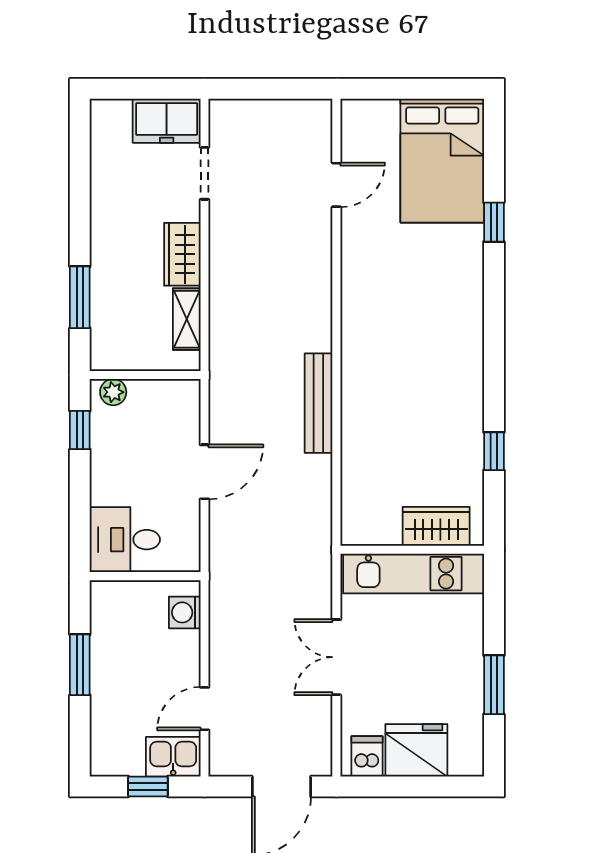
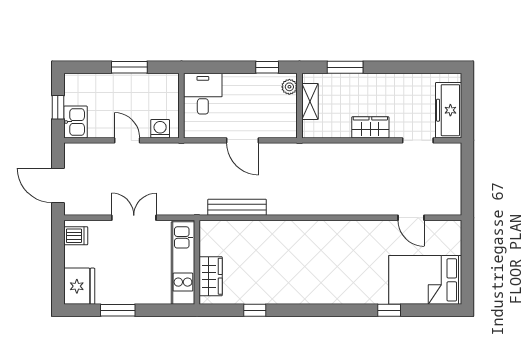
freezer: (167, 121) -> (449, 110), width x1.40
shelving: (187, 319) -> (310, 101), moved, turned 90
bench: (318, 403) -> (237, 207), moved
door: (204, 709) -> (127, 140), moved
fridge: (416, 750) -> (79, 286), moved

